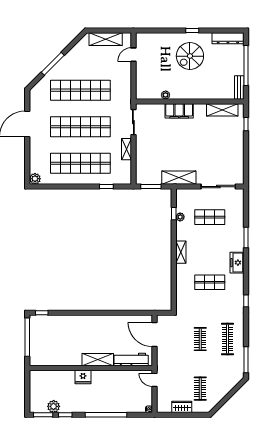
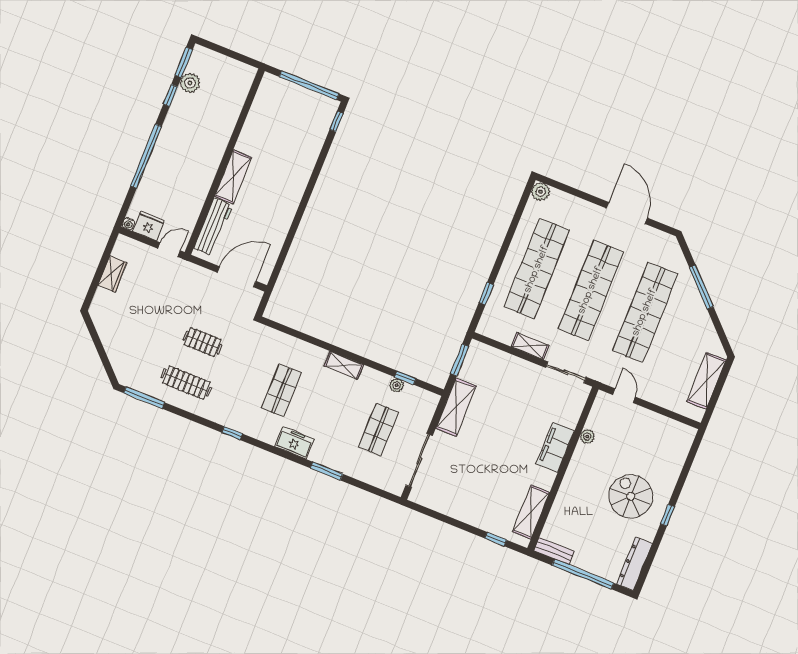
door: (133, 55) -> (624, 396), moved
fridge: (83, 377) -> (149, 226), moved, turned 90
clothes rail: (200, 389) -> (129, 312), removed

